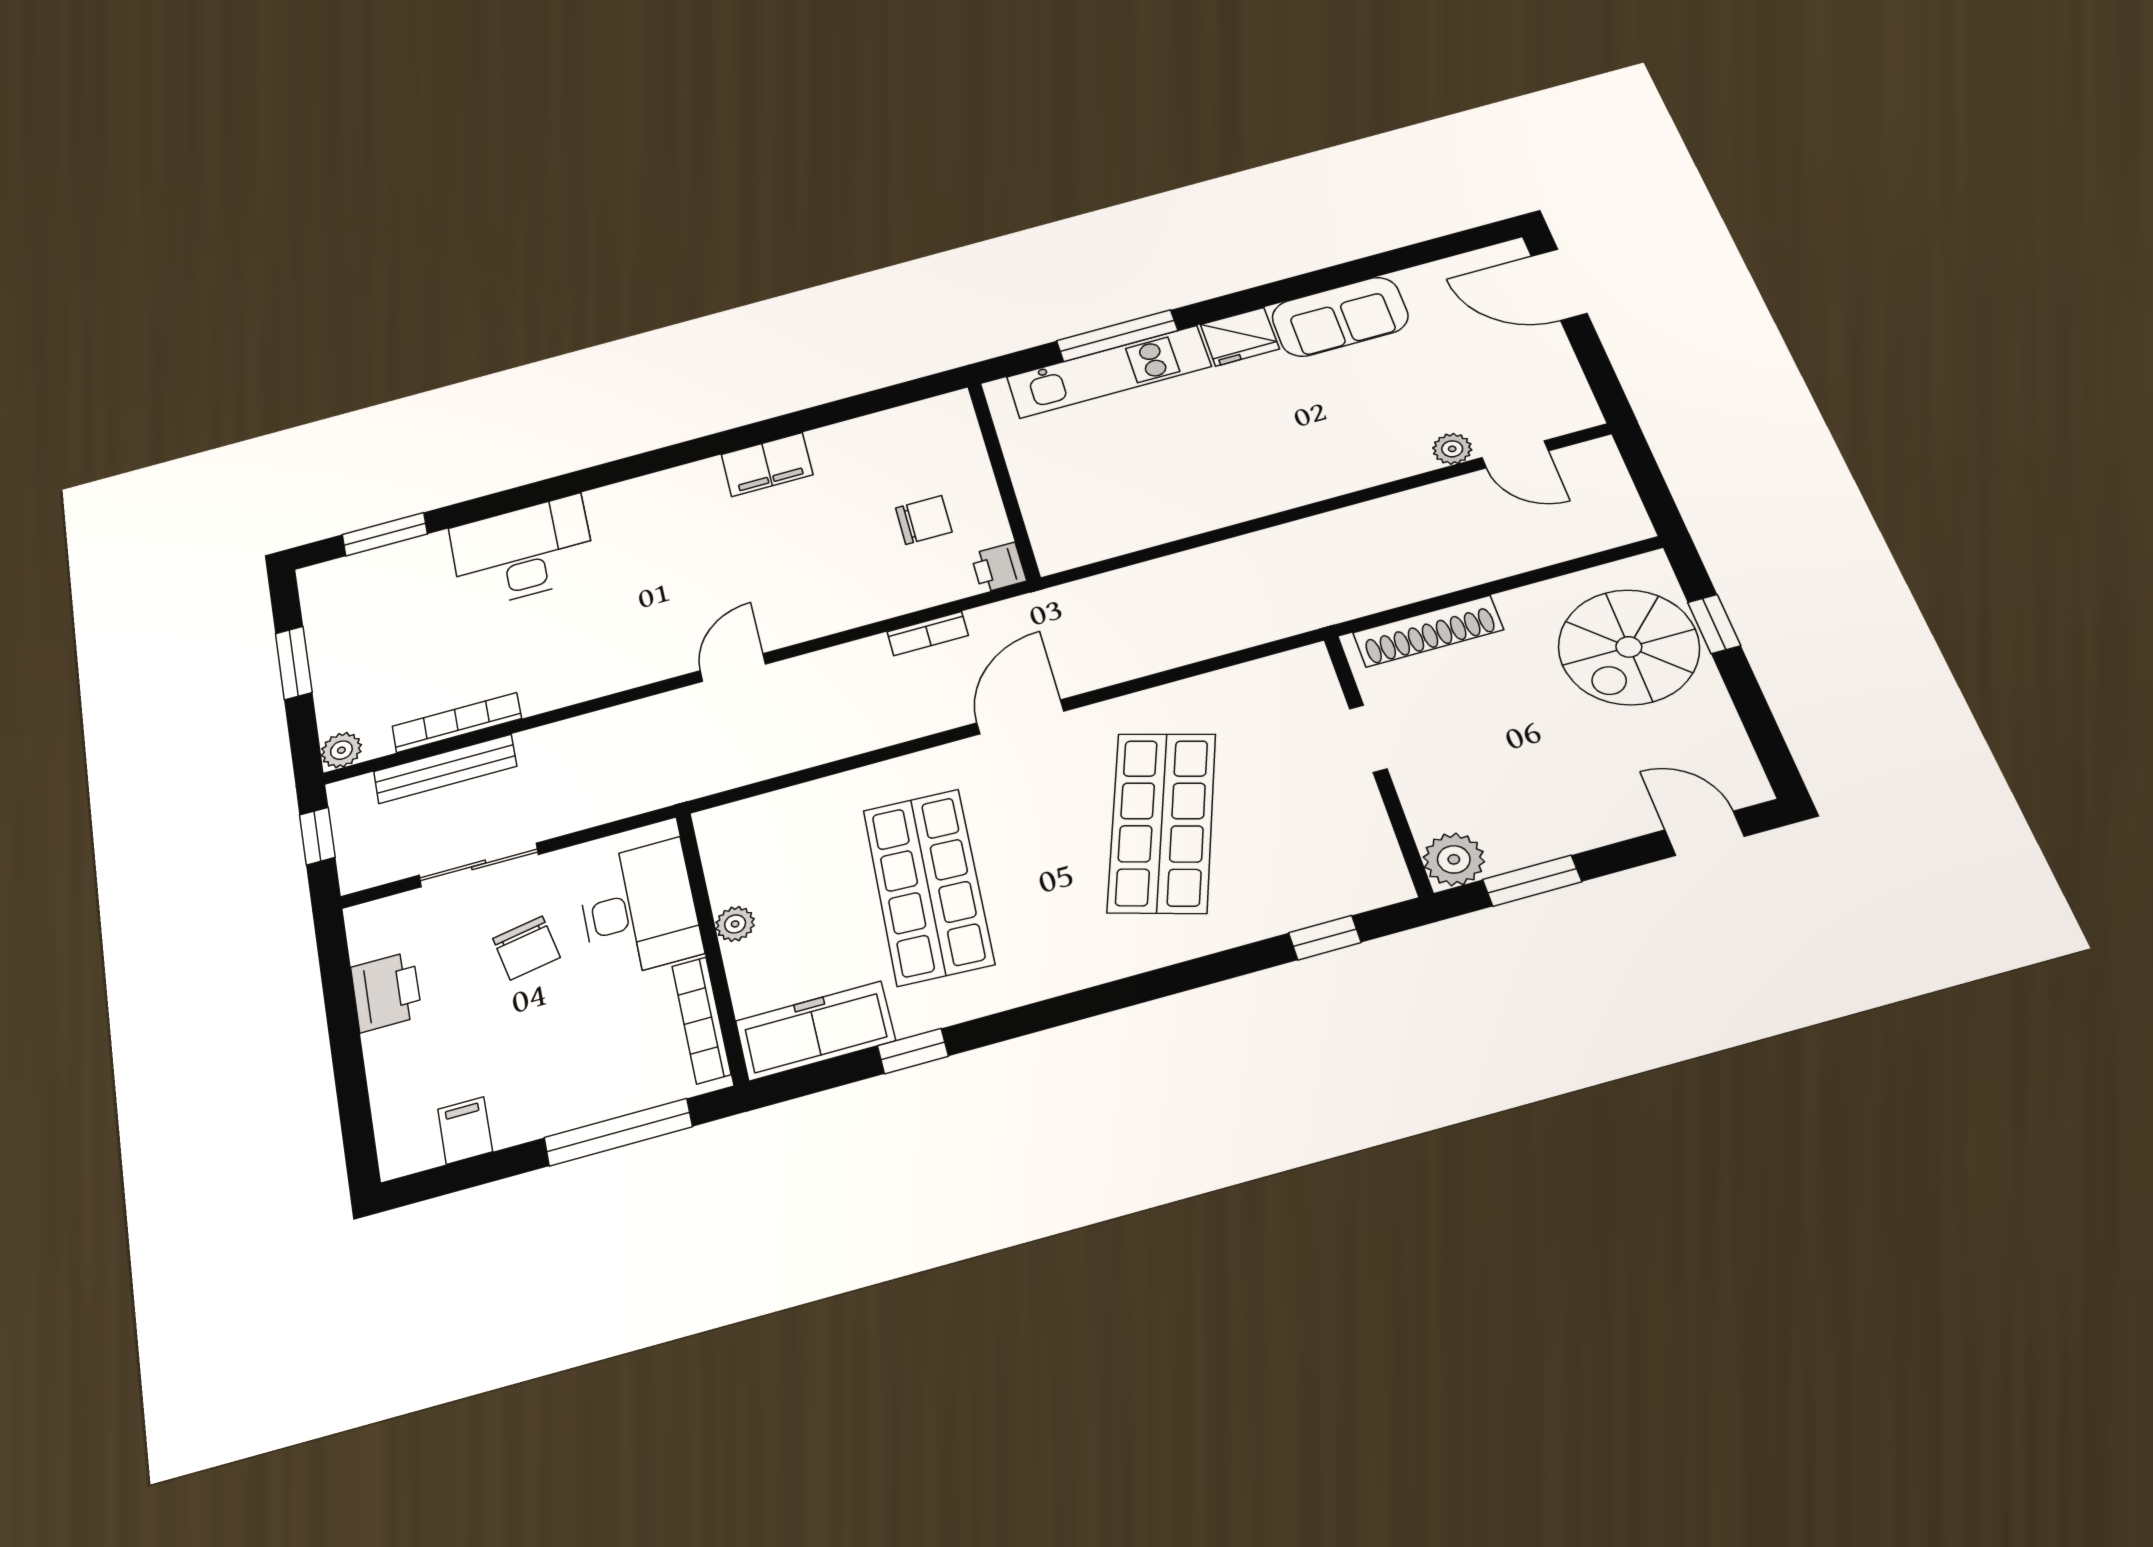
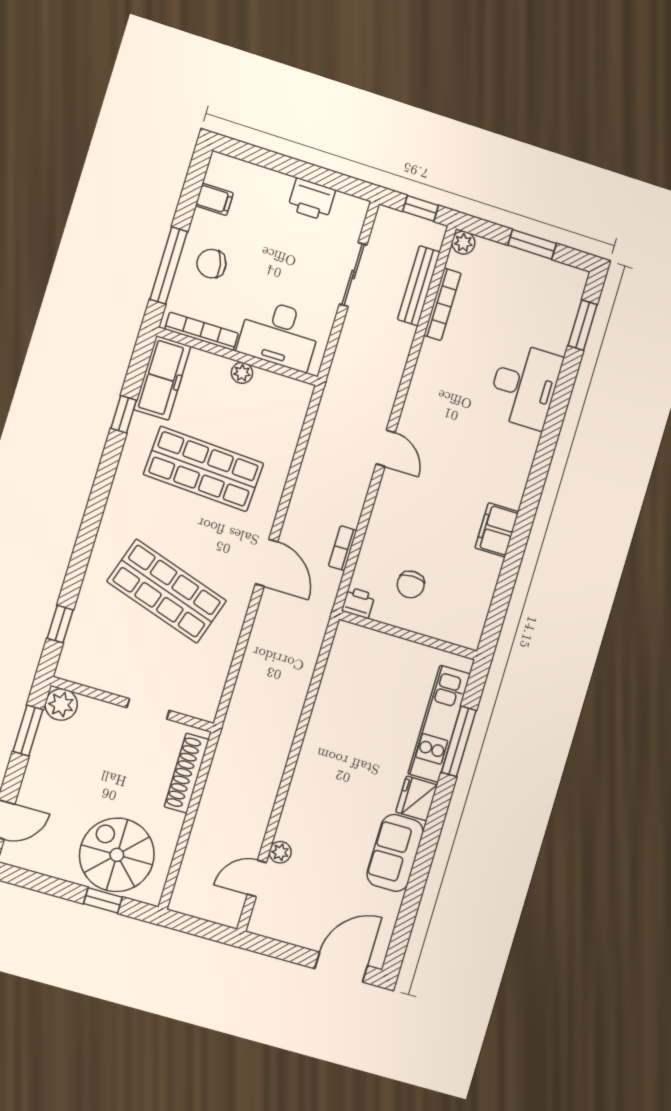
chair: (526, 948) -> (211, 264), moved

